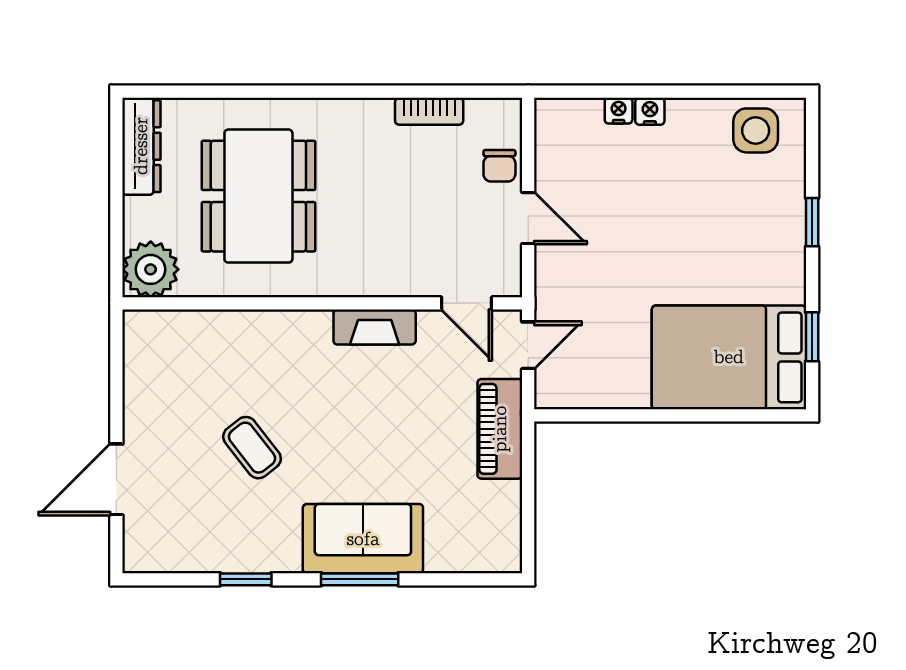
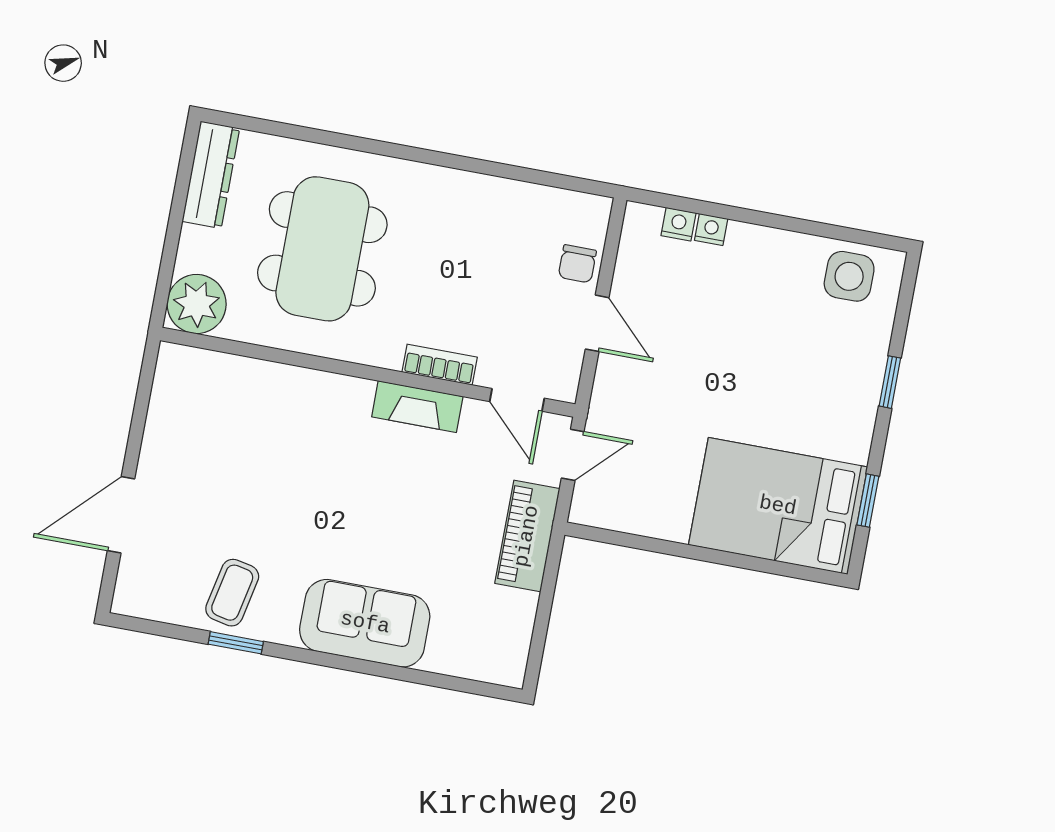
bookcase: (429, 111) -> (440, 365), moved, turned 180
nightstand: (650, 111) -> (679, 224), moved
coffee table: (252, 448) -> (232, 593), moved, turned 50
window: (360, 579) -> (354, 665), removed

